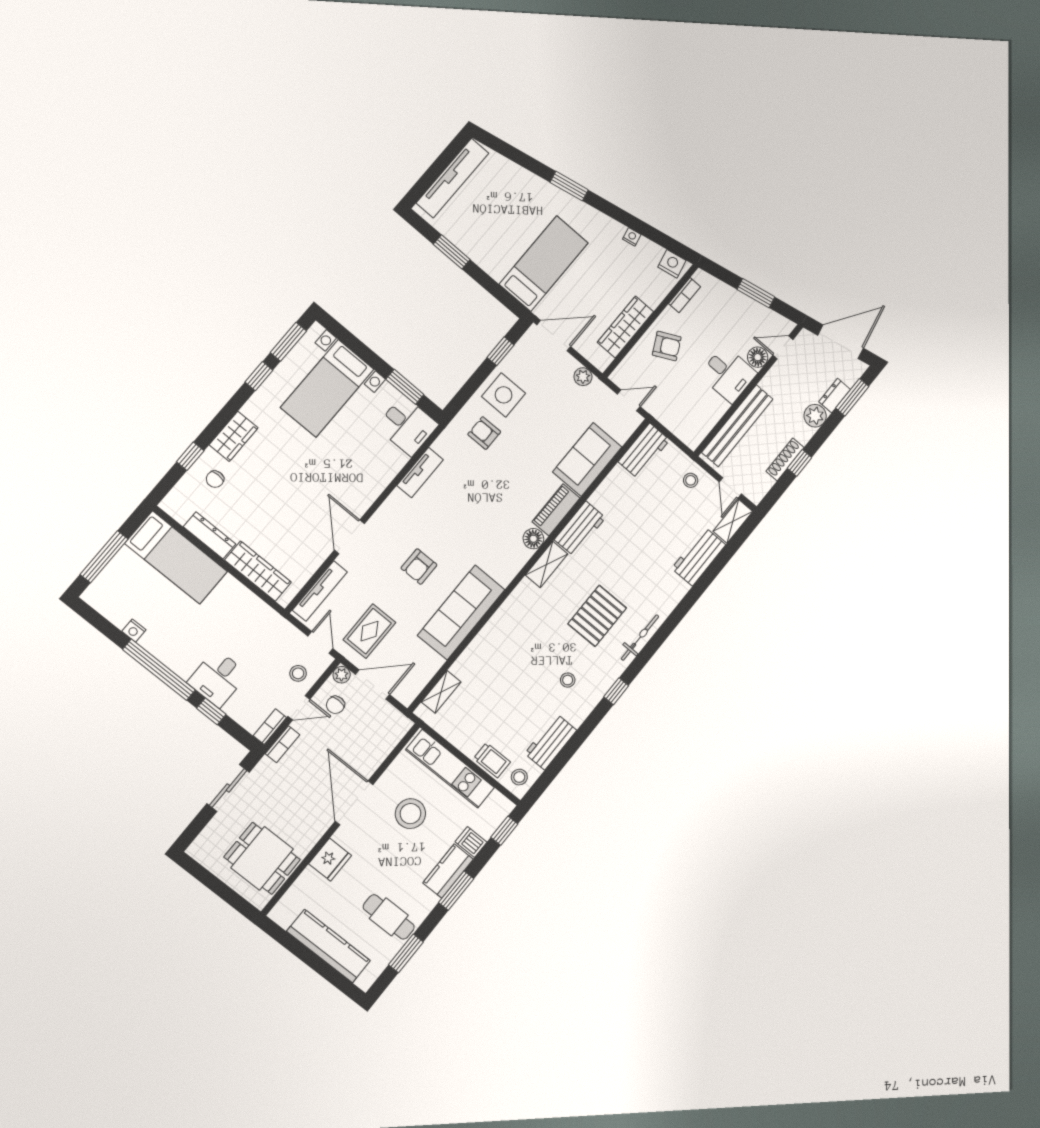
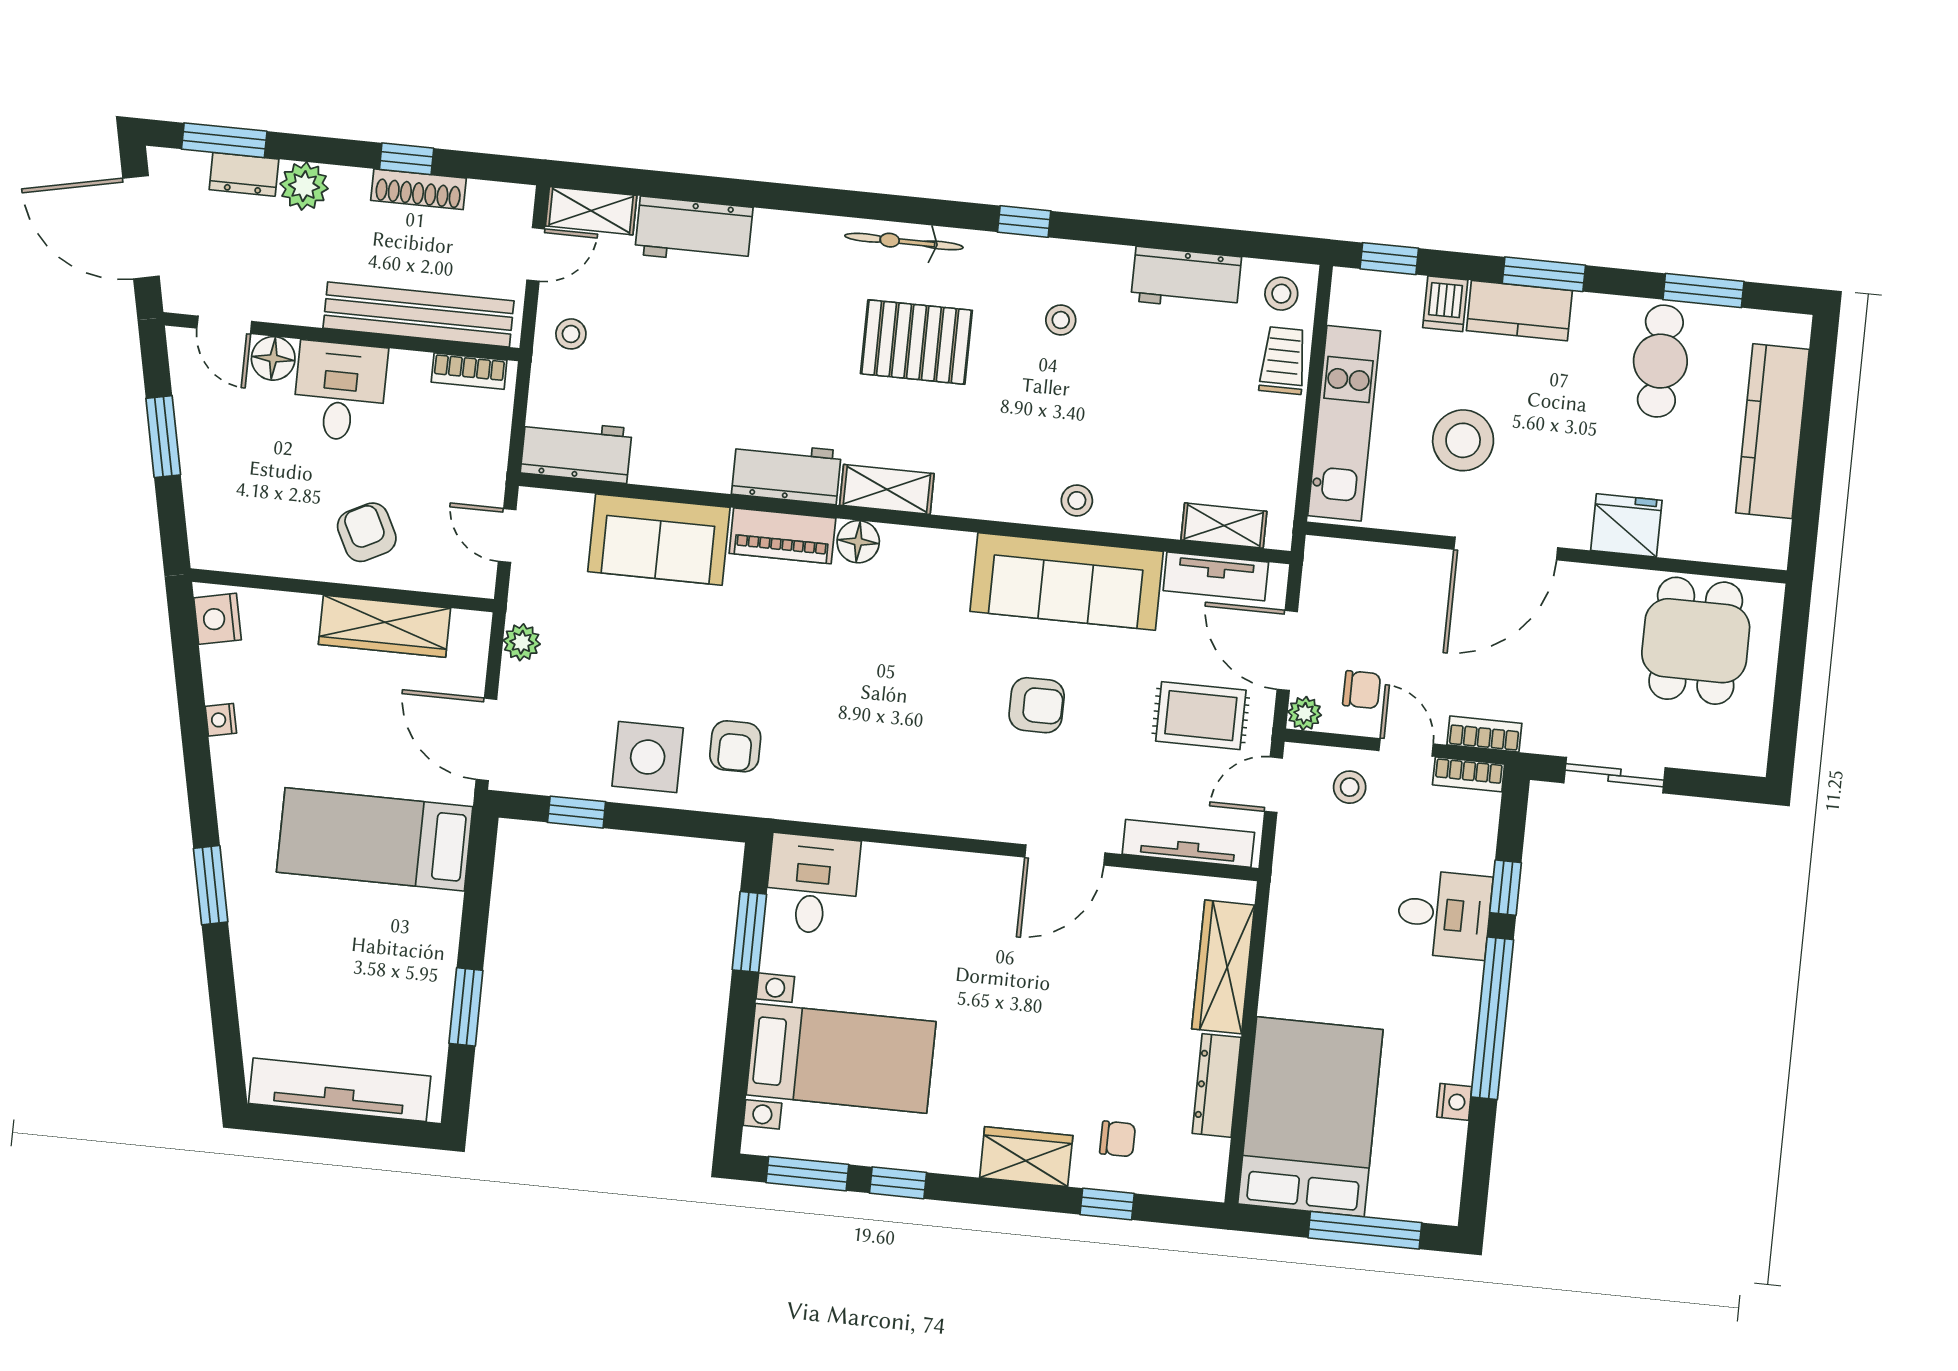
bookcase: (685, 295) -> (469, 371), moved, turned 180
tv unit: (420, 473) -> (1216, 576), moved, turned 180
bed: (176, 558) -> (1310, 1117), width x1.50
stool: (491, 638) -> (1077, 500), added

